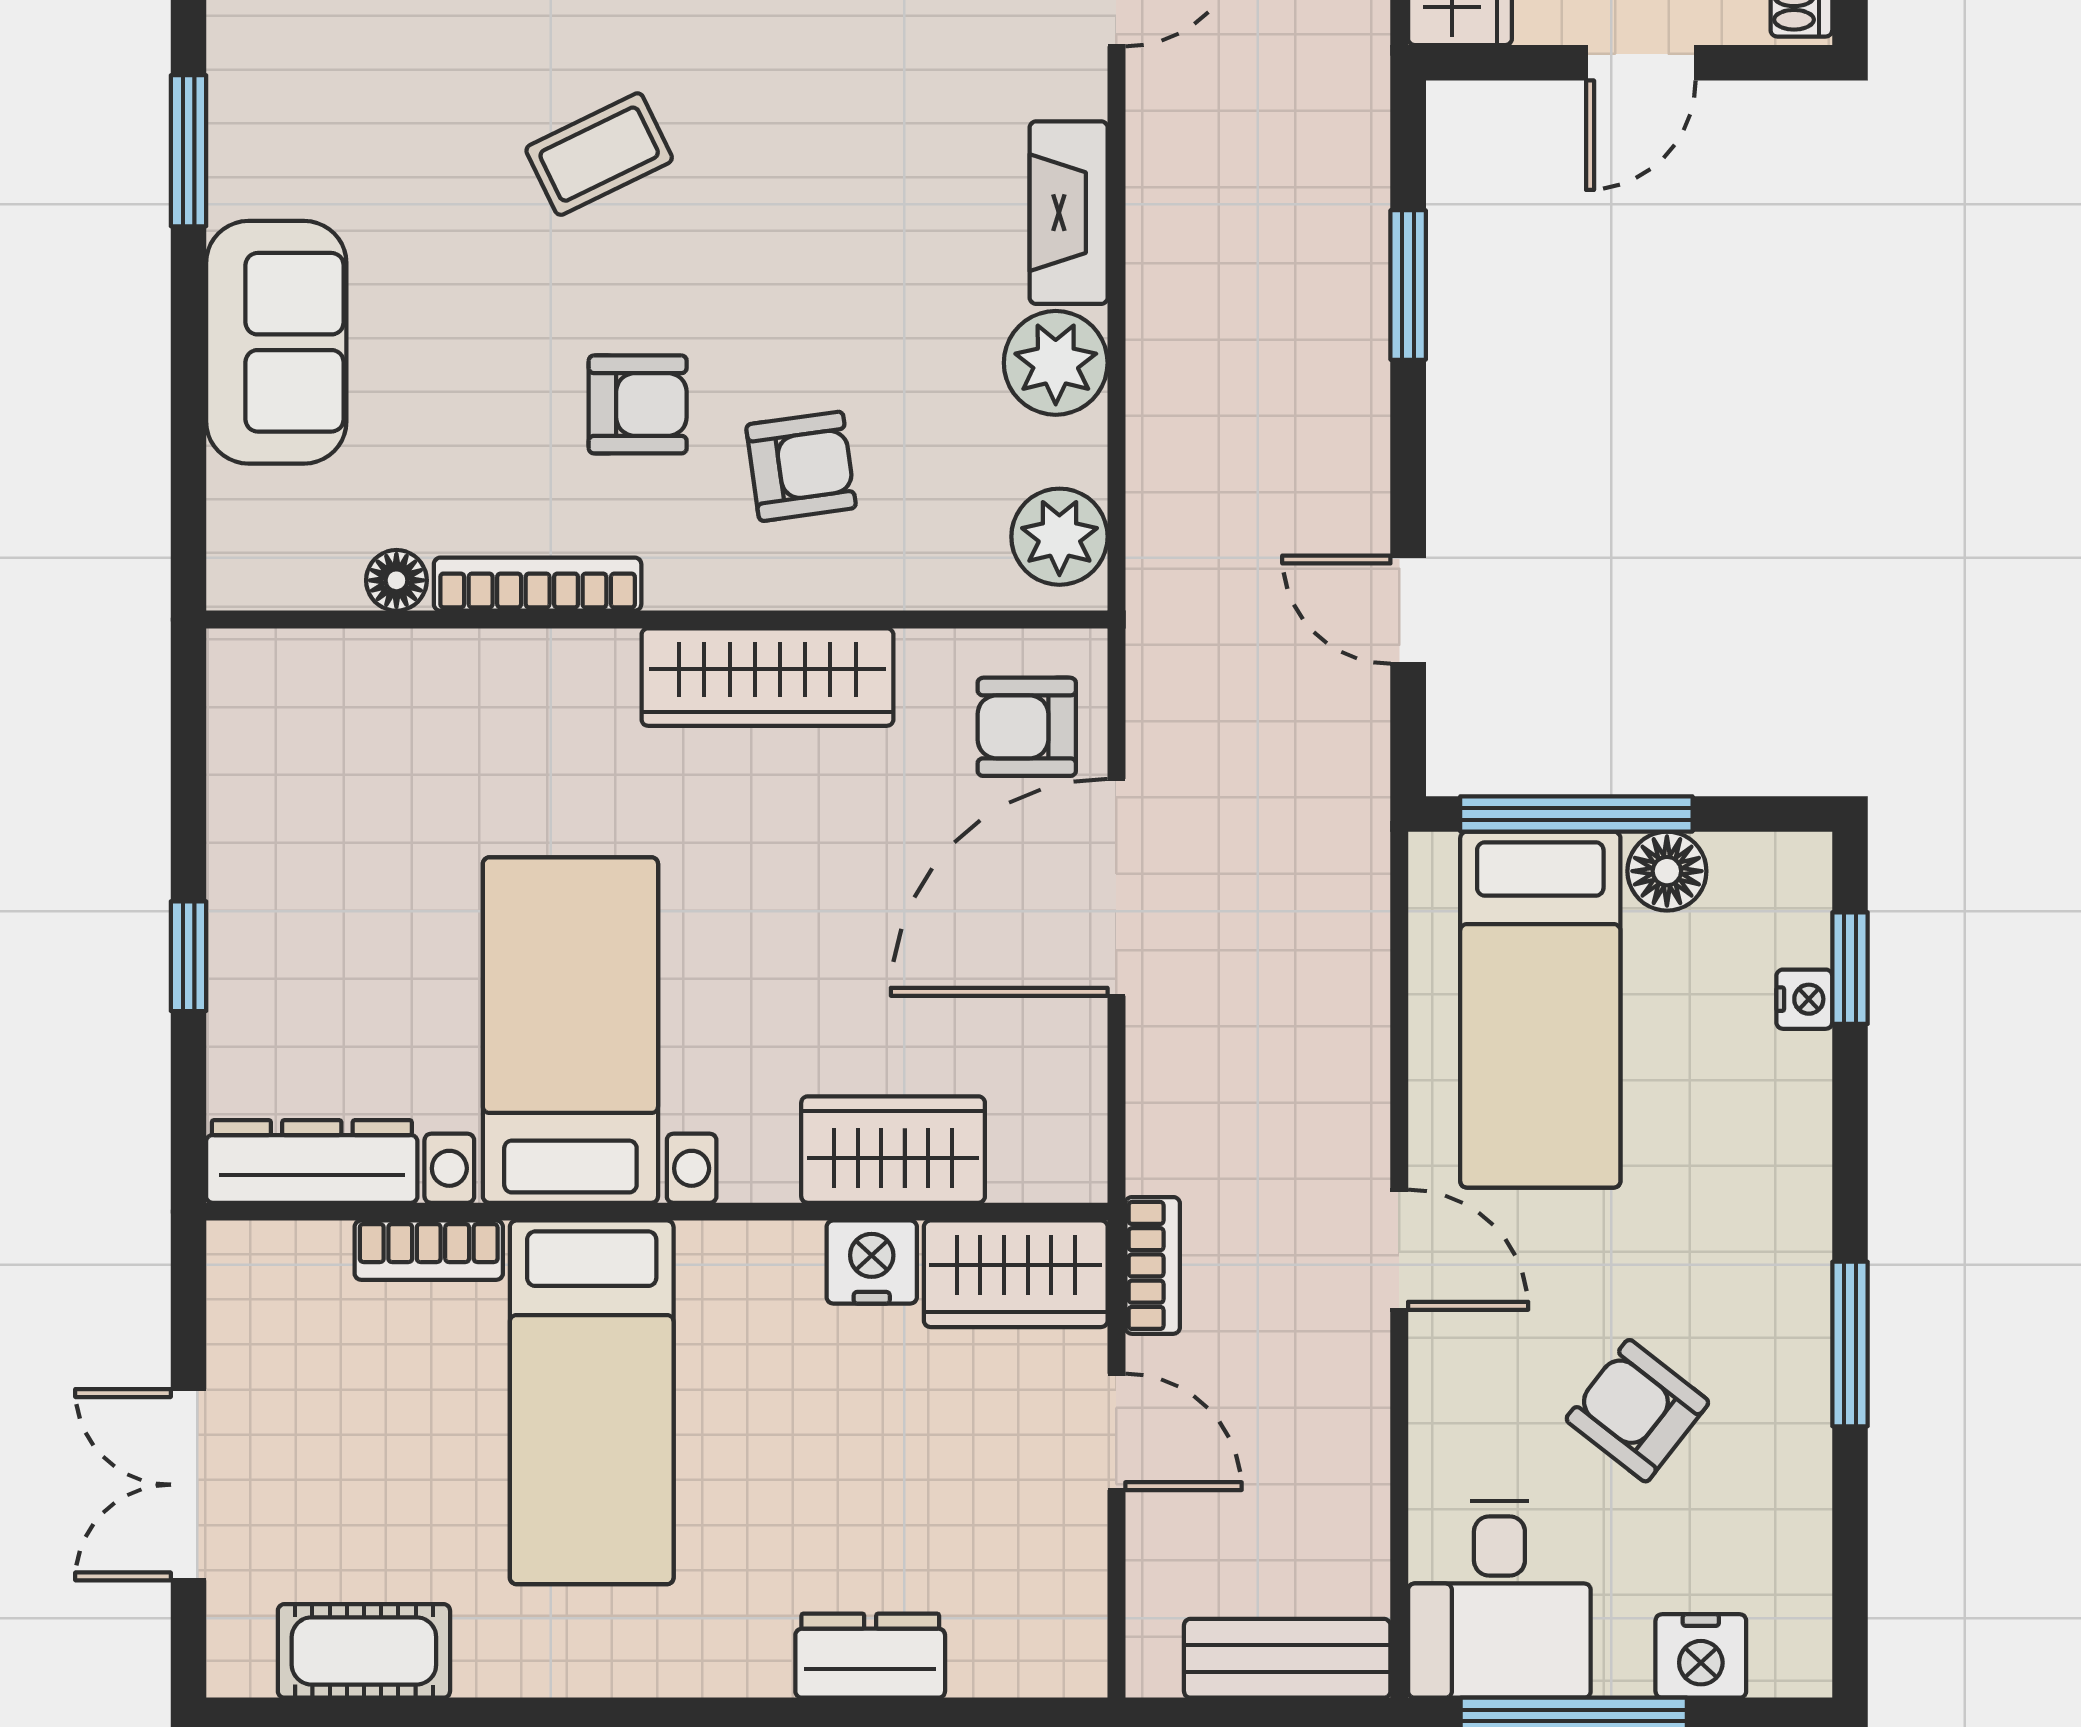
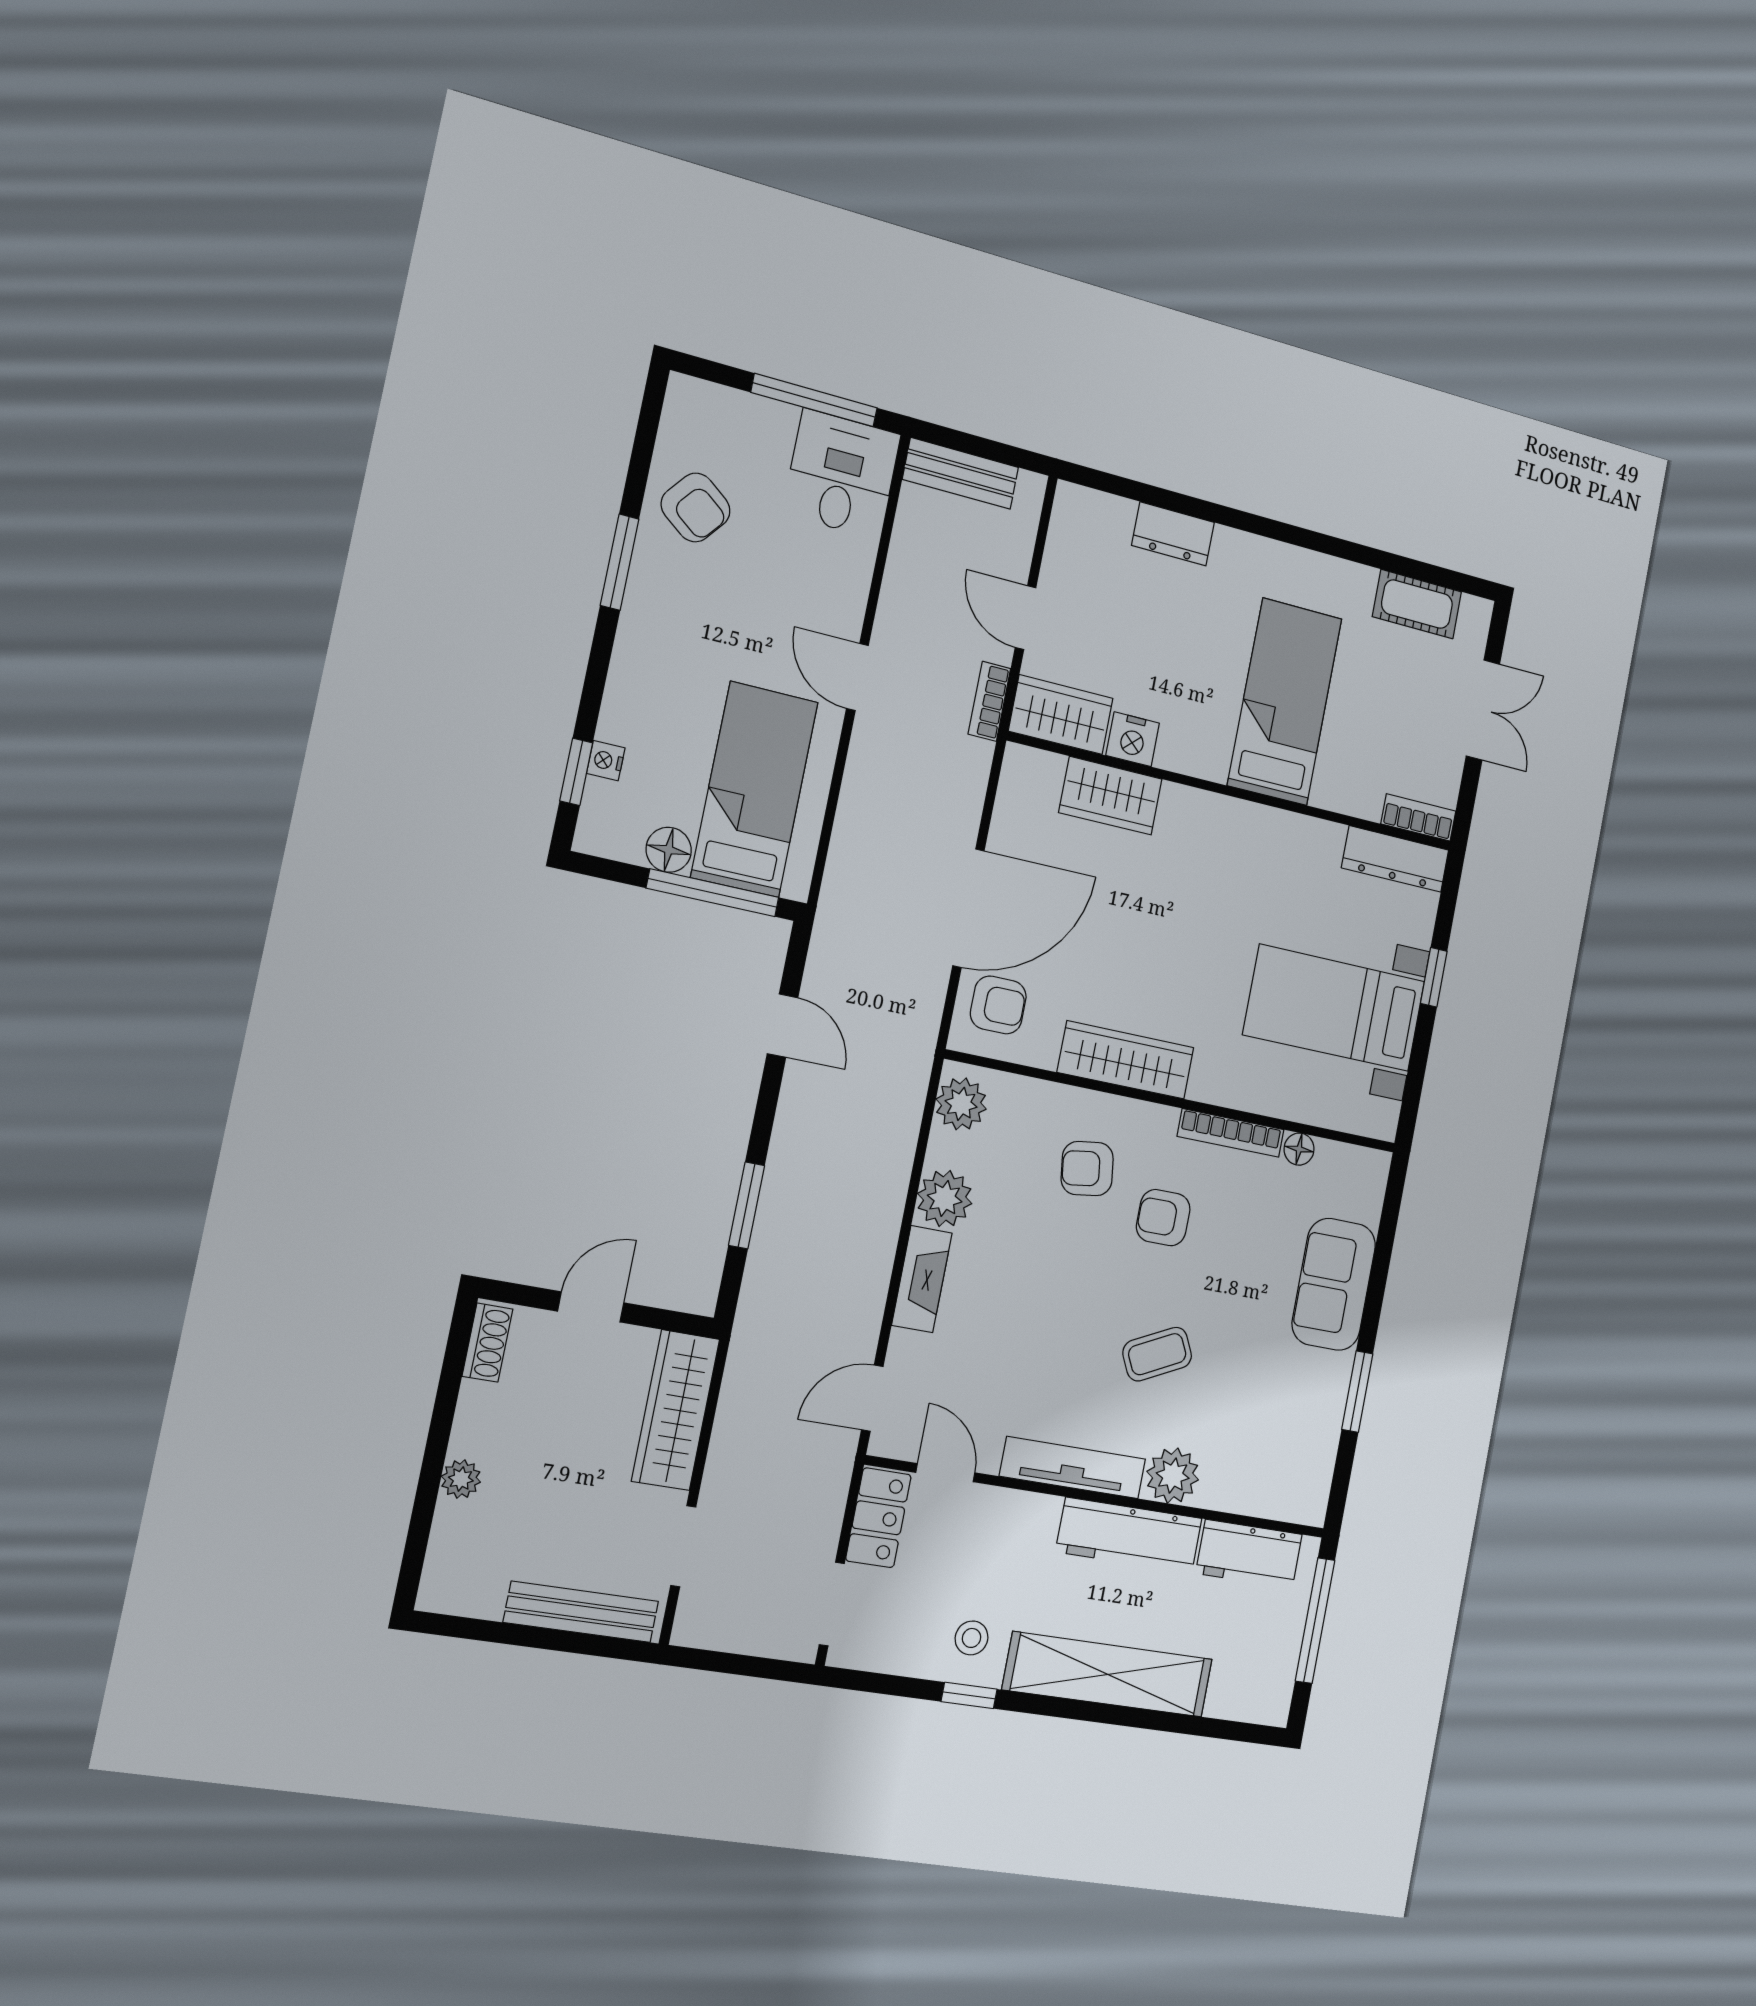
bed with nightstands: (570, 1030) -> (1334, 1008), moved, turned 90
bookcase: (429, 1250) -> (1418, 817), moved
armchair: (1637, 1411) -> (696, 507), moved
nightstand: (1701, 1656) -> (738, 413), removed

